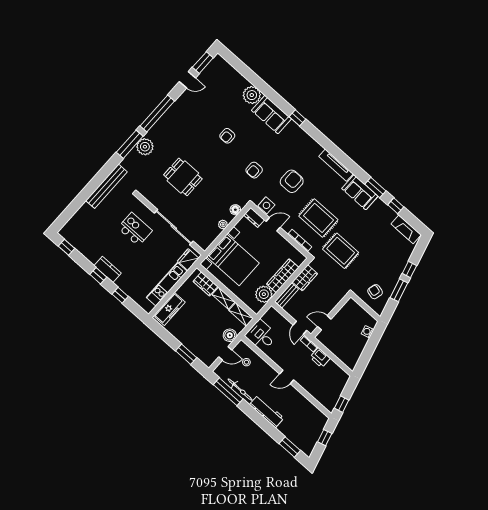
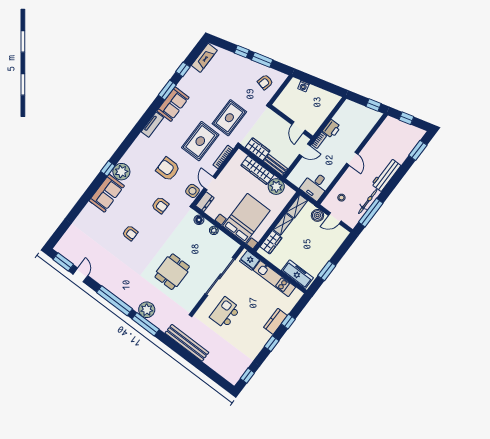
plant: (252, 95) -> (121, 172), moved
tv unit: (336, 165) -> (152, 125), width x0.71
kitchen counter: (108, 269) -> (275, 321), moved
door: (225, 353) -> (335, 218), swing flipped
window: (186, 354) -> (327, 271), moved

